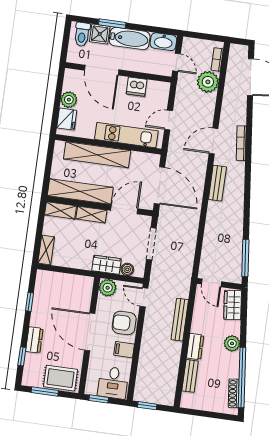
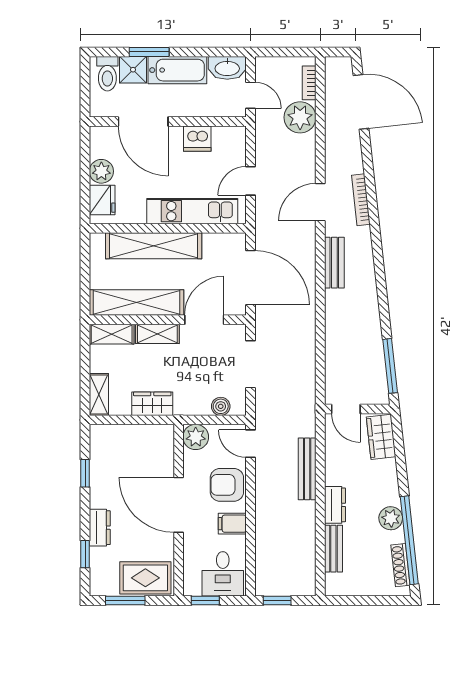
wardrobe: (107, 265) -> (152, 404), moved
plant: (232, 343) -> (391, 518), moved

